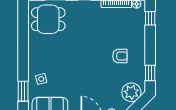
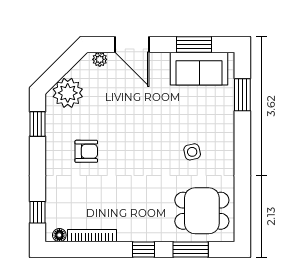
armchair: (120, 56) -> (86, 151), turned 180
side table: (41, 79) -> (192, 152), moved

